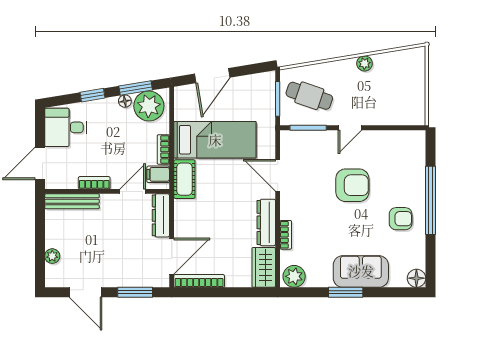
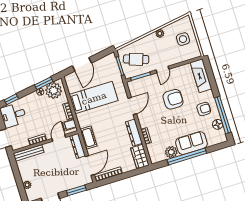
side table: (402, 86) -> (183, 39), added
window: (92, 95) -> (11, 99), moved
fireplace: (414, 159) -> (201, 76), added
door: (278, 175) -> (132, 106), swing flipped
cot: (184, 179) -> (88, 138), moved
window: (430, 200) -> (223, 115), moved
plant: (294, 276) -> (171, 152), moved
floor lamp: (416, 278) -> (218, 124), moved
window: (346, 292) -> (187, 156), width x2.11

